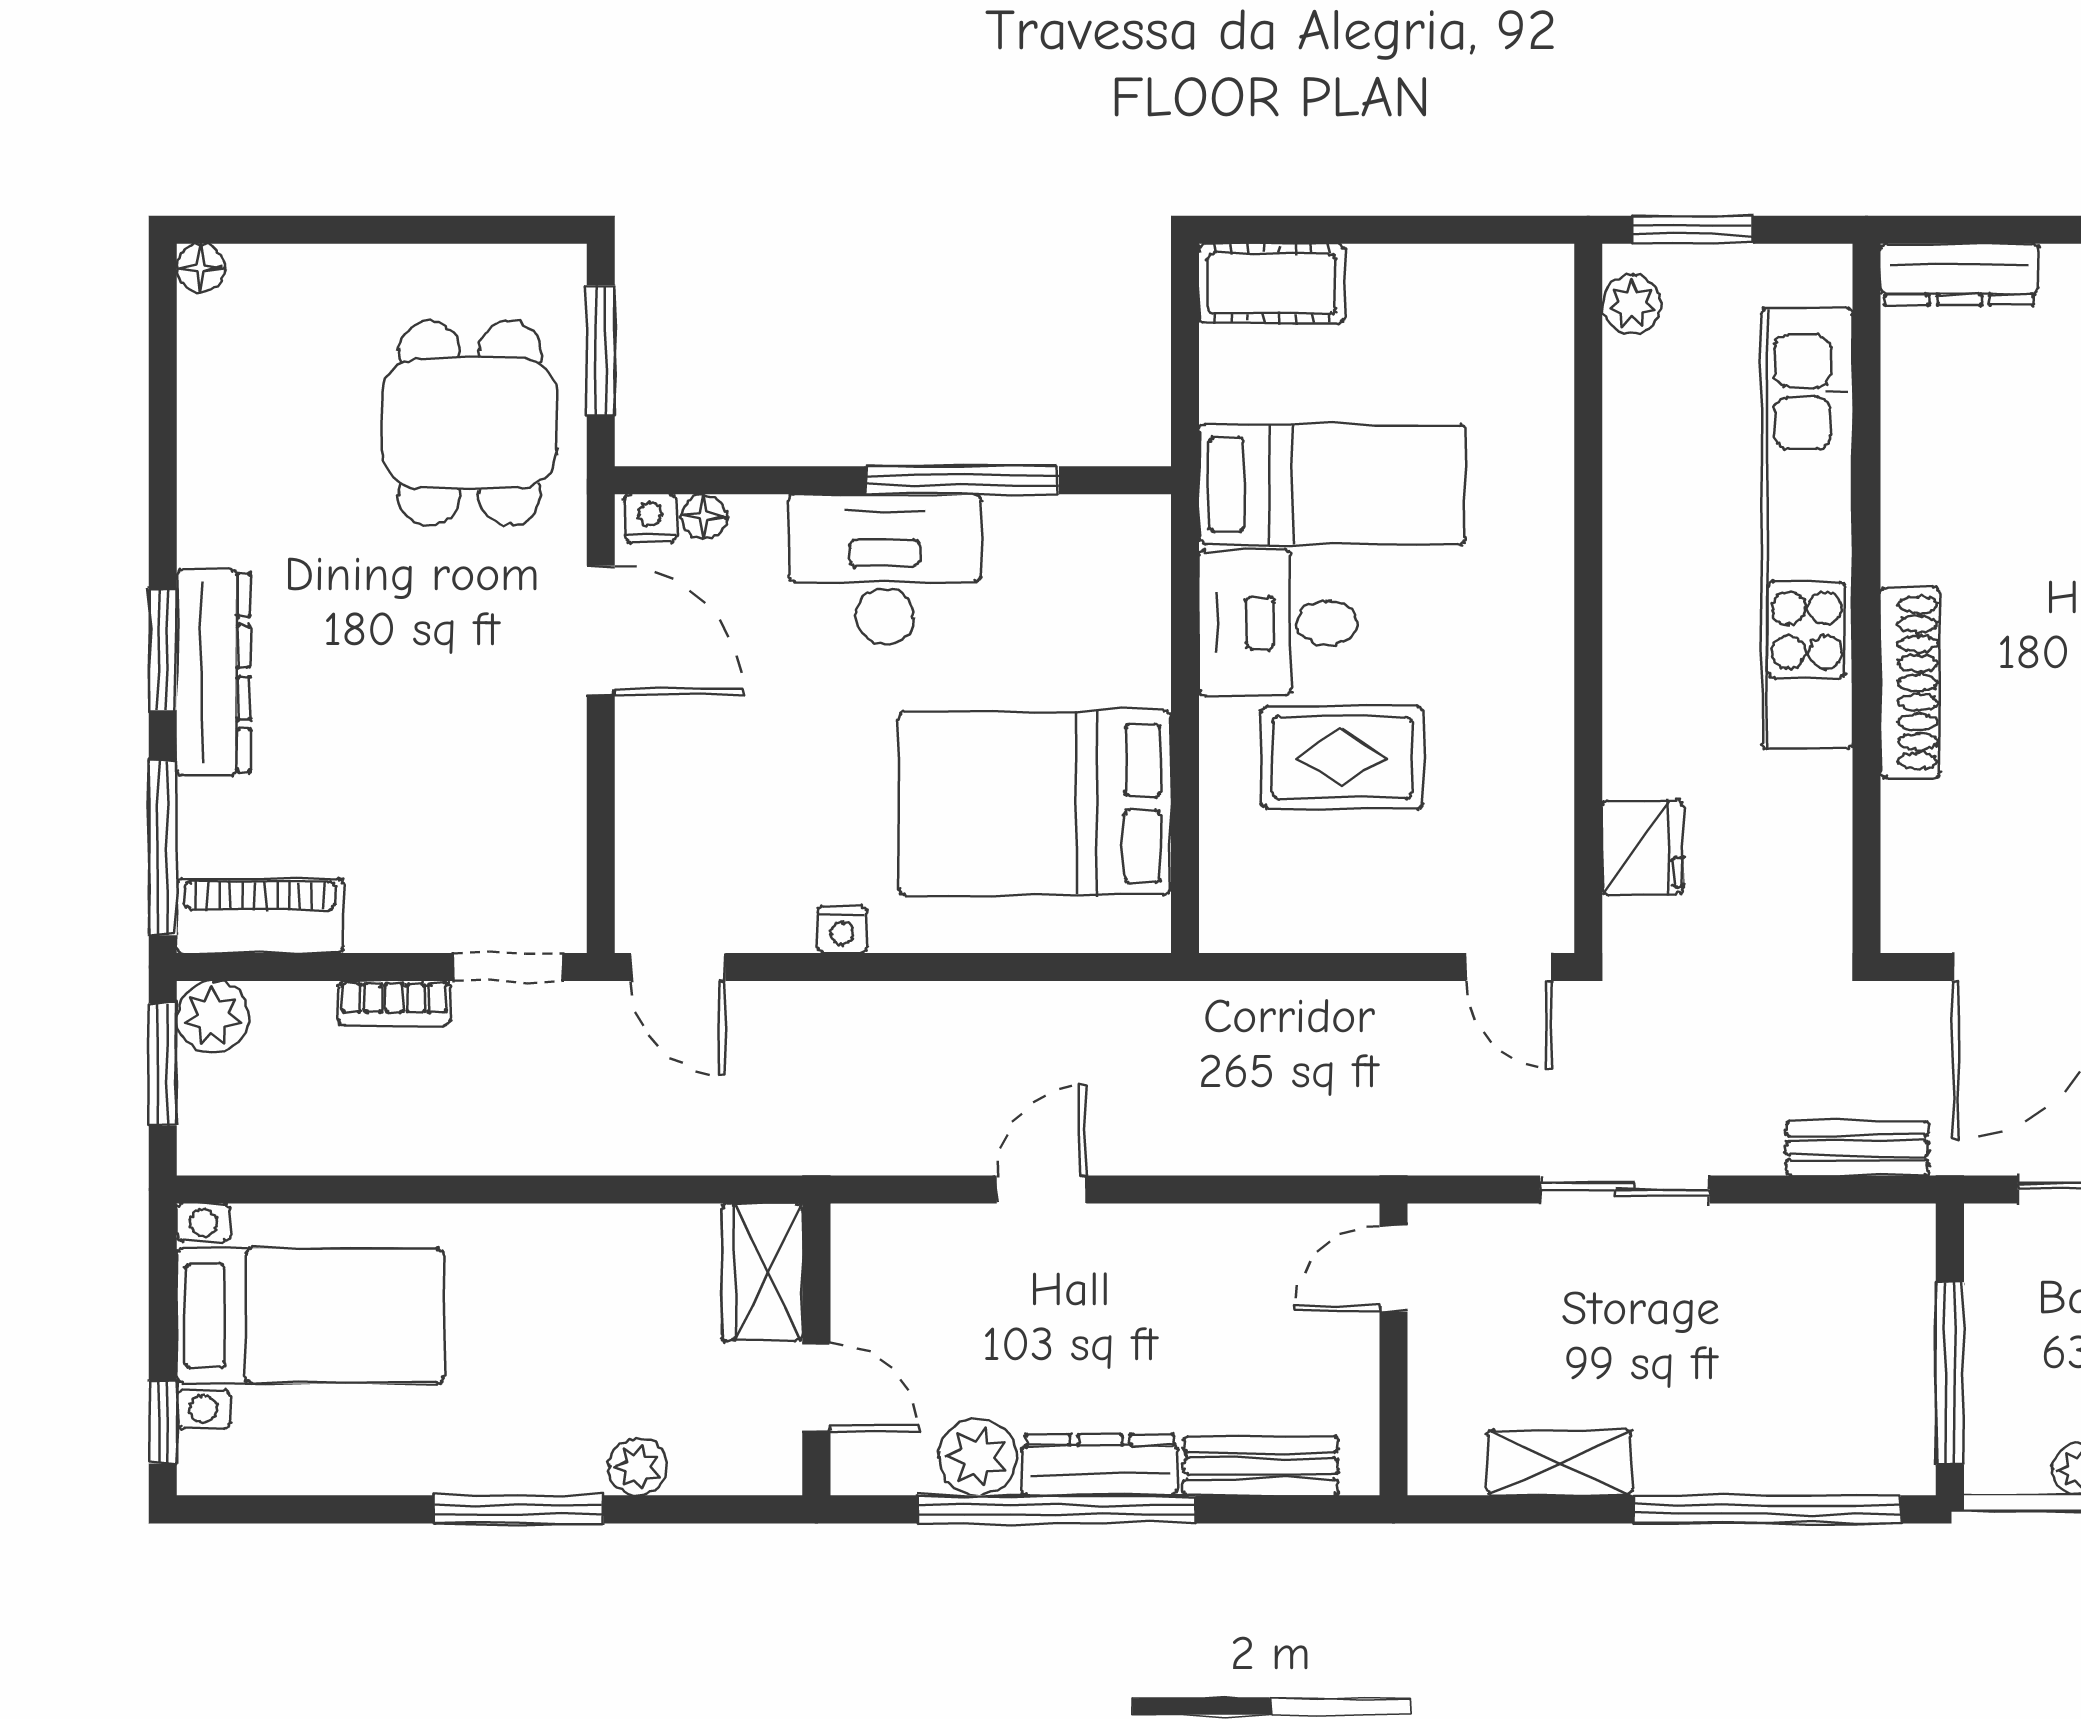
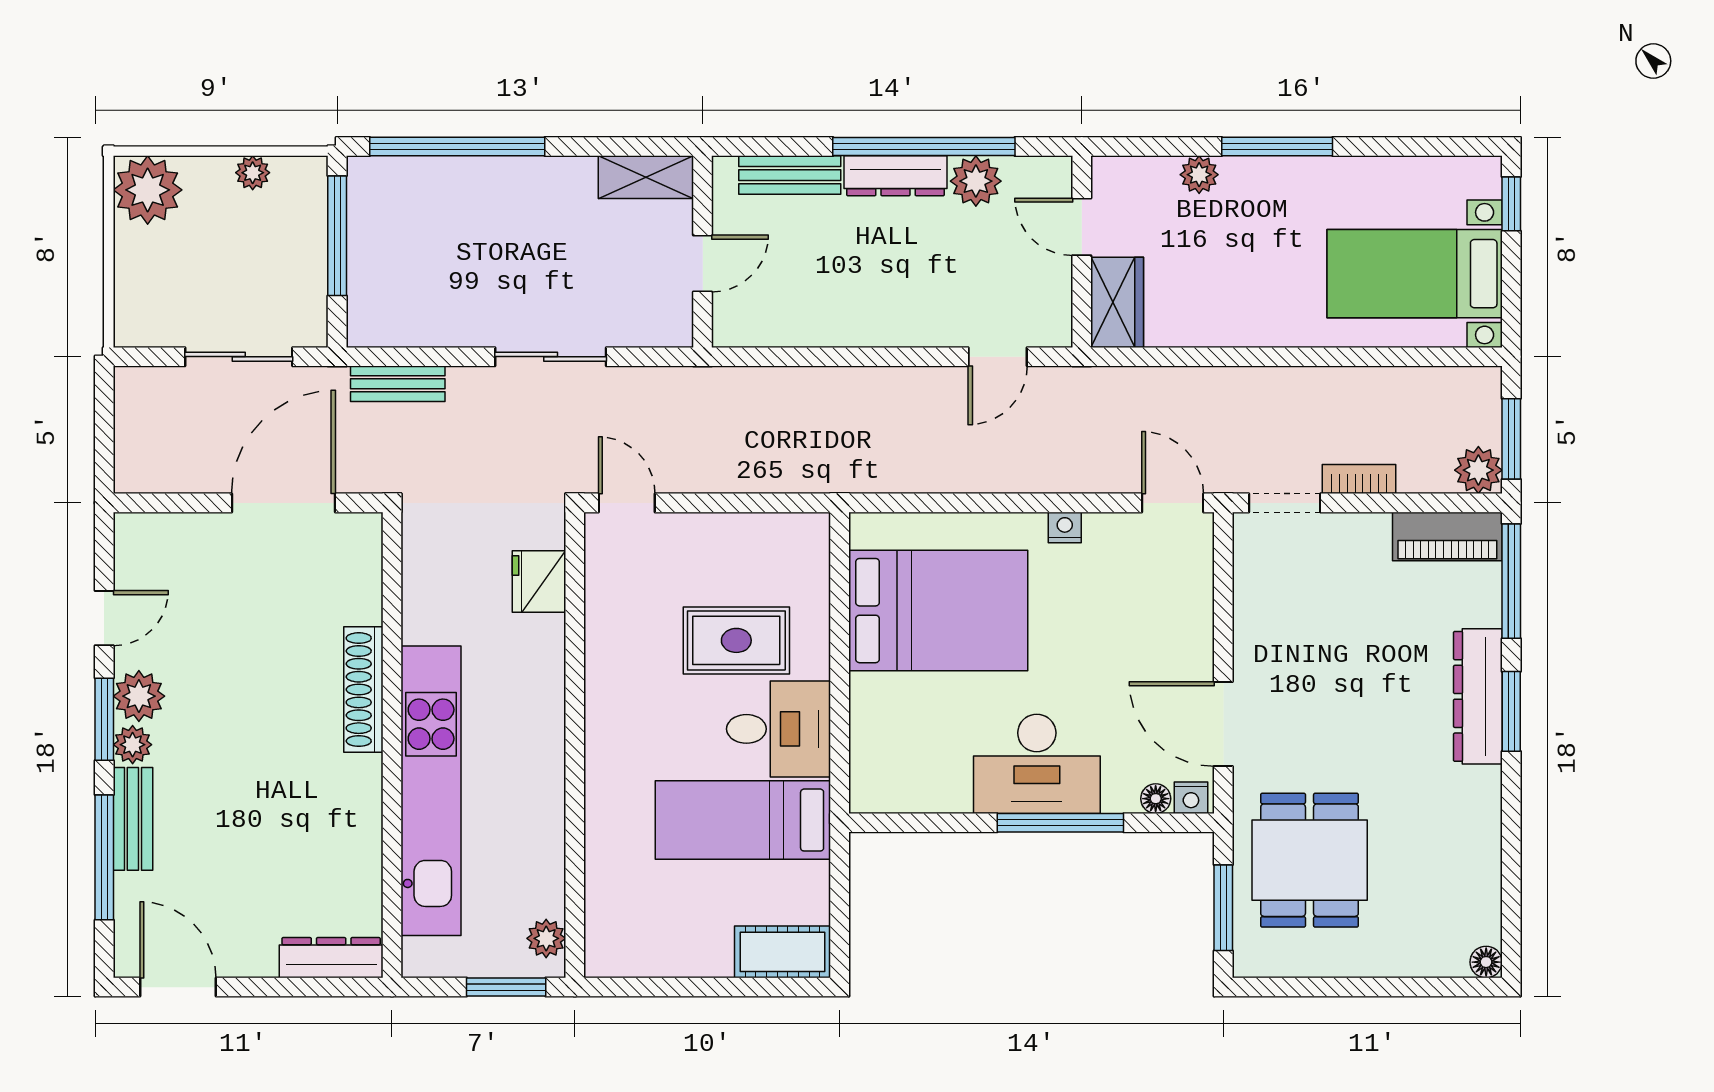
window: (963, 480) -> (1060, 823), moved
door: (1041, 1189) -> (998, 357), moved
door: (1394, 1268) -> (703, 263), moved
shelving: (1560, 1463) -> (646, 177), moved

